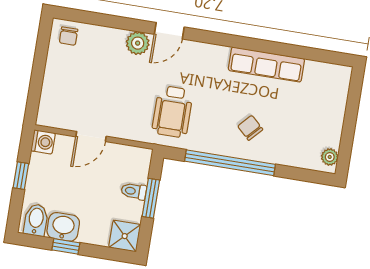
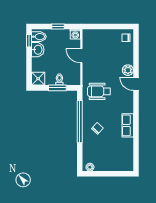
row of seats: (266, 65) -> (128, 125), width x0.68
window: (66, 246) -> (29, 41), moved

